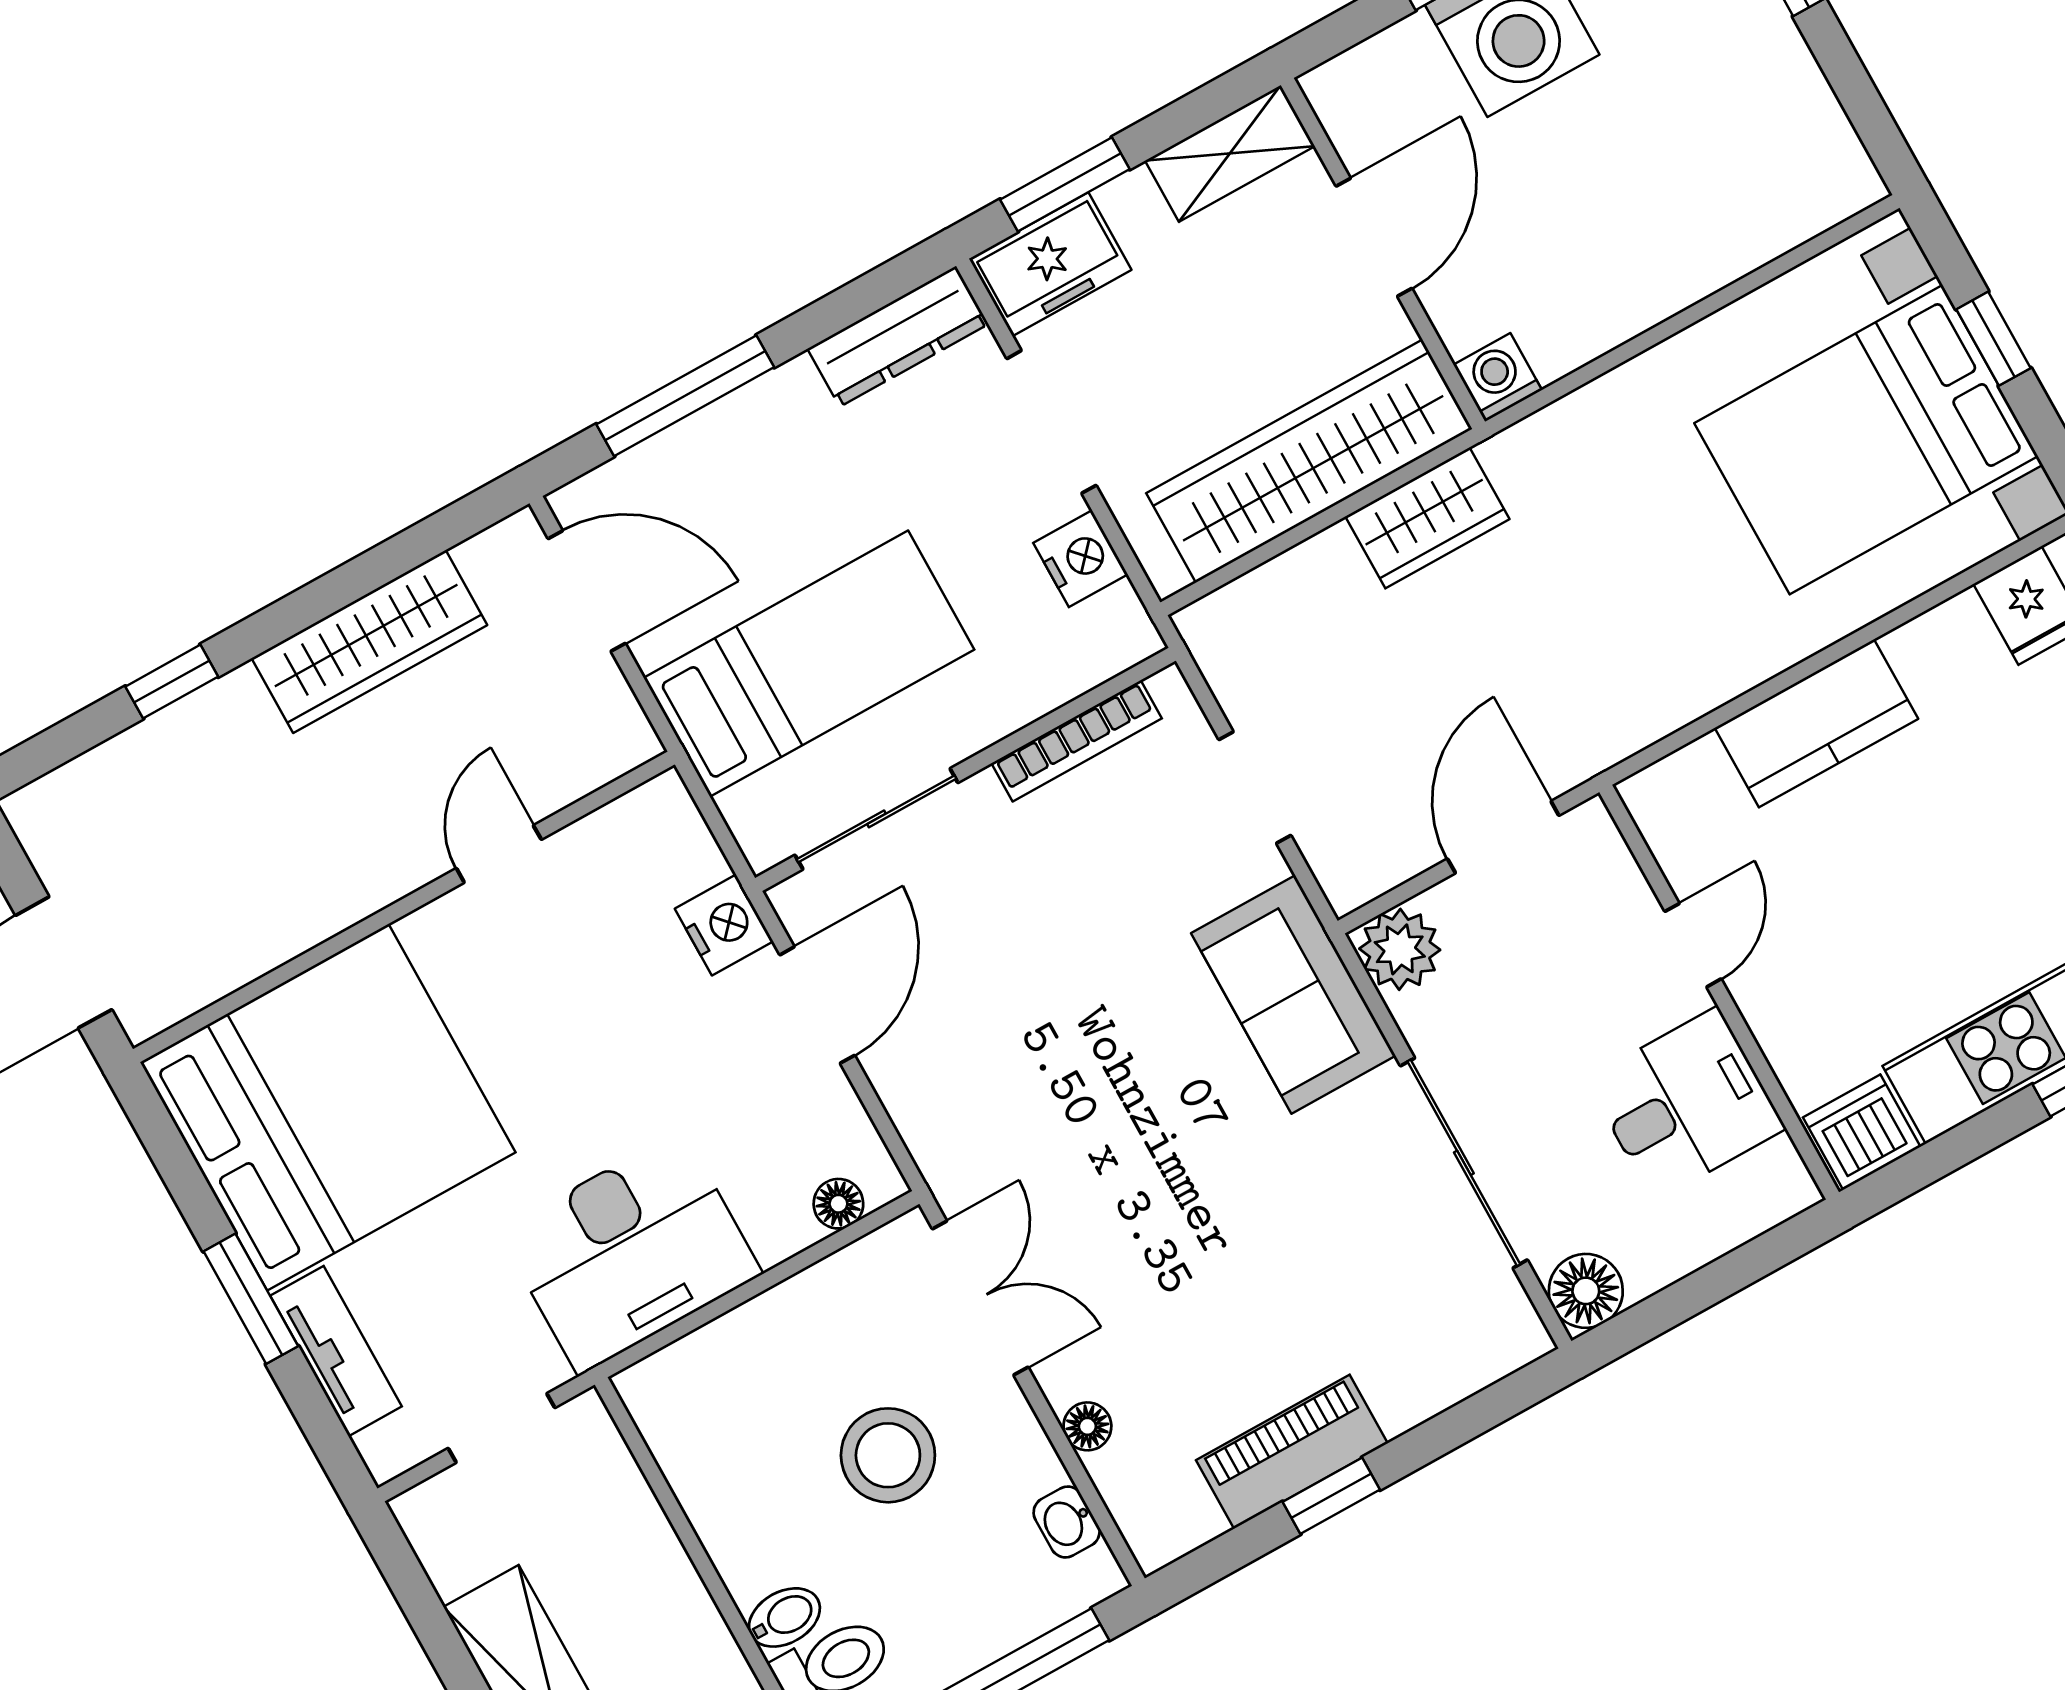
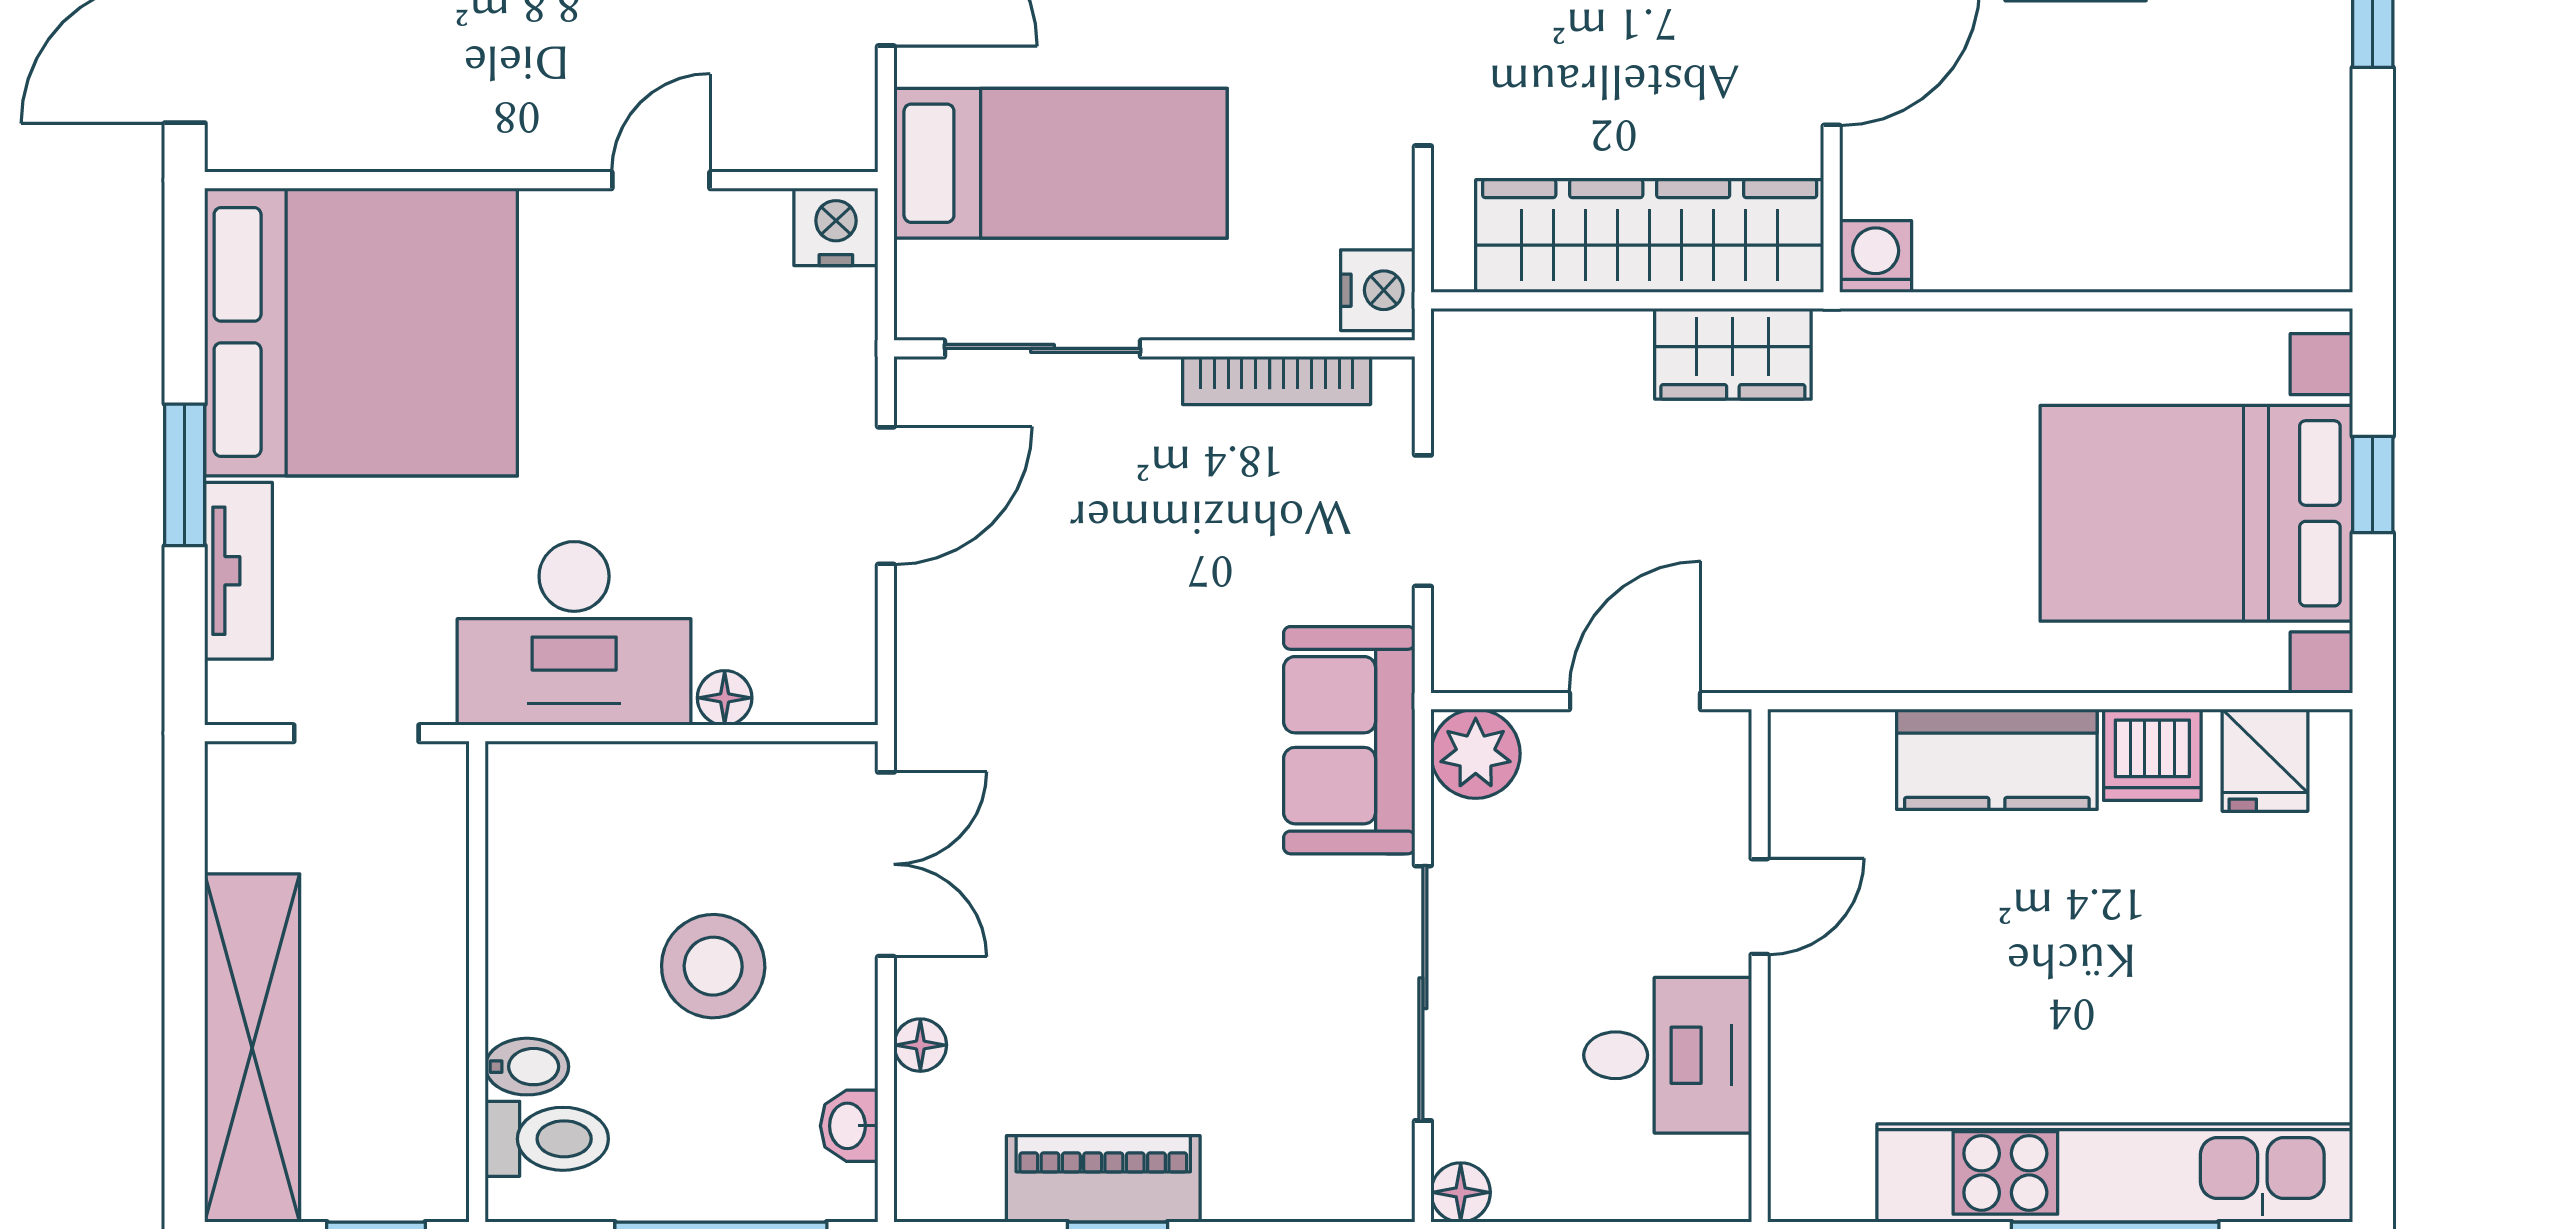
nightstand: (1081, 559) -> (1378, 290), moved
nightstand: (724, 925) -> (836, 227), moved, turned -90
dishwasher: (1862, 1132) -> (2152, 755), moved, turned 180
floor lamp: (838, 1204) -> (725, 698), moved
floor lamp: (1586, 1291) -> (1461, 1192), width x0.73, depth x0.73

